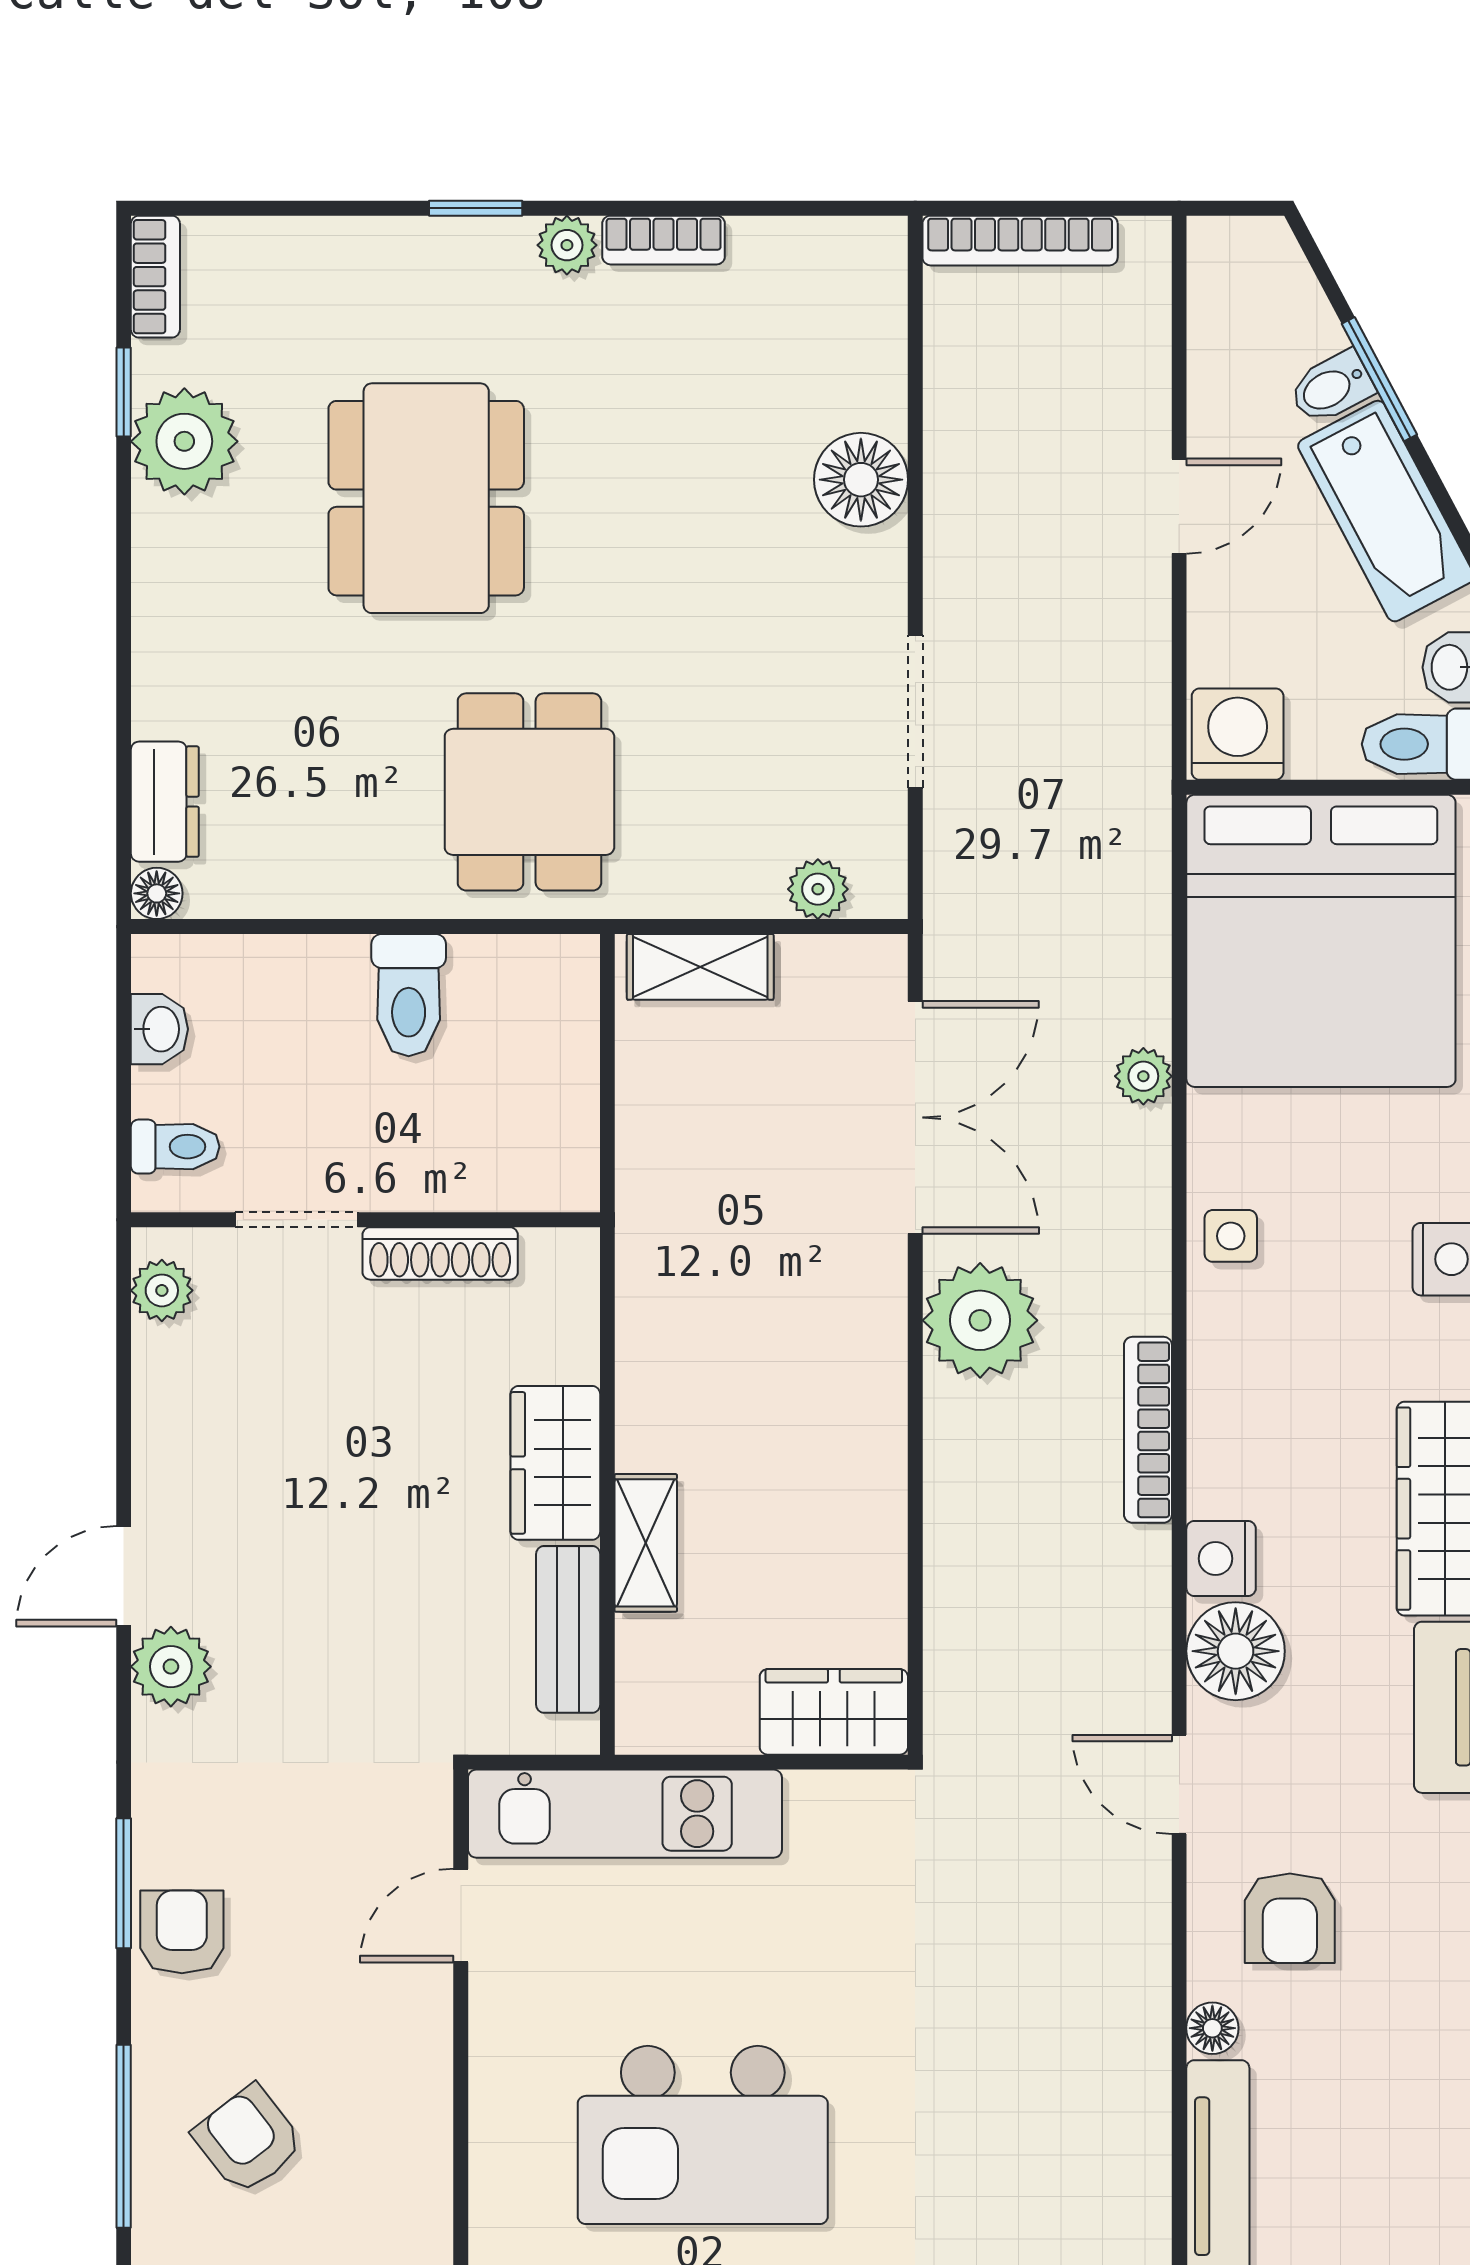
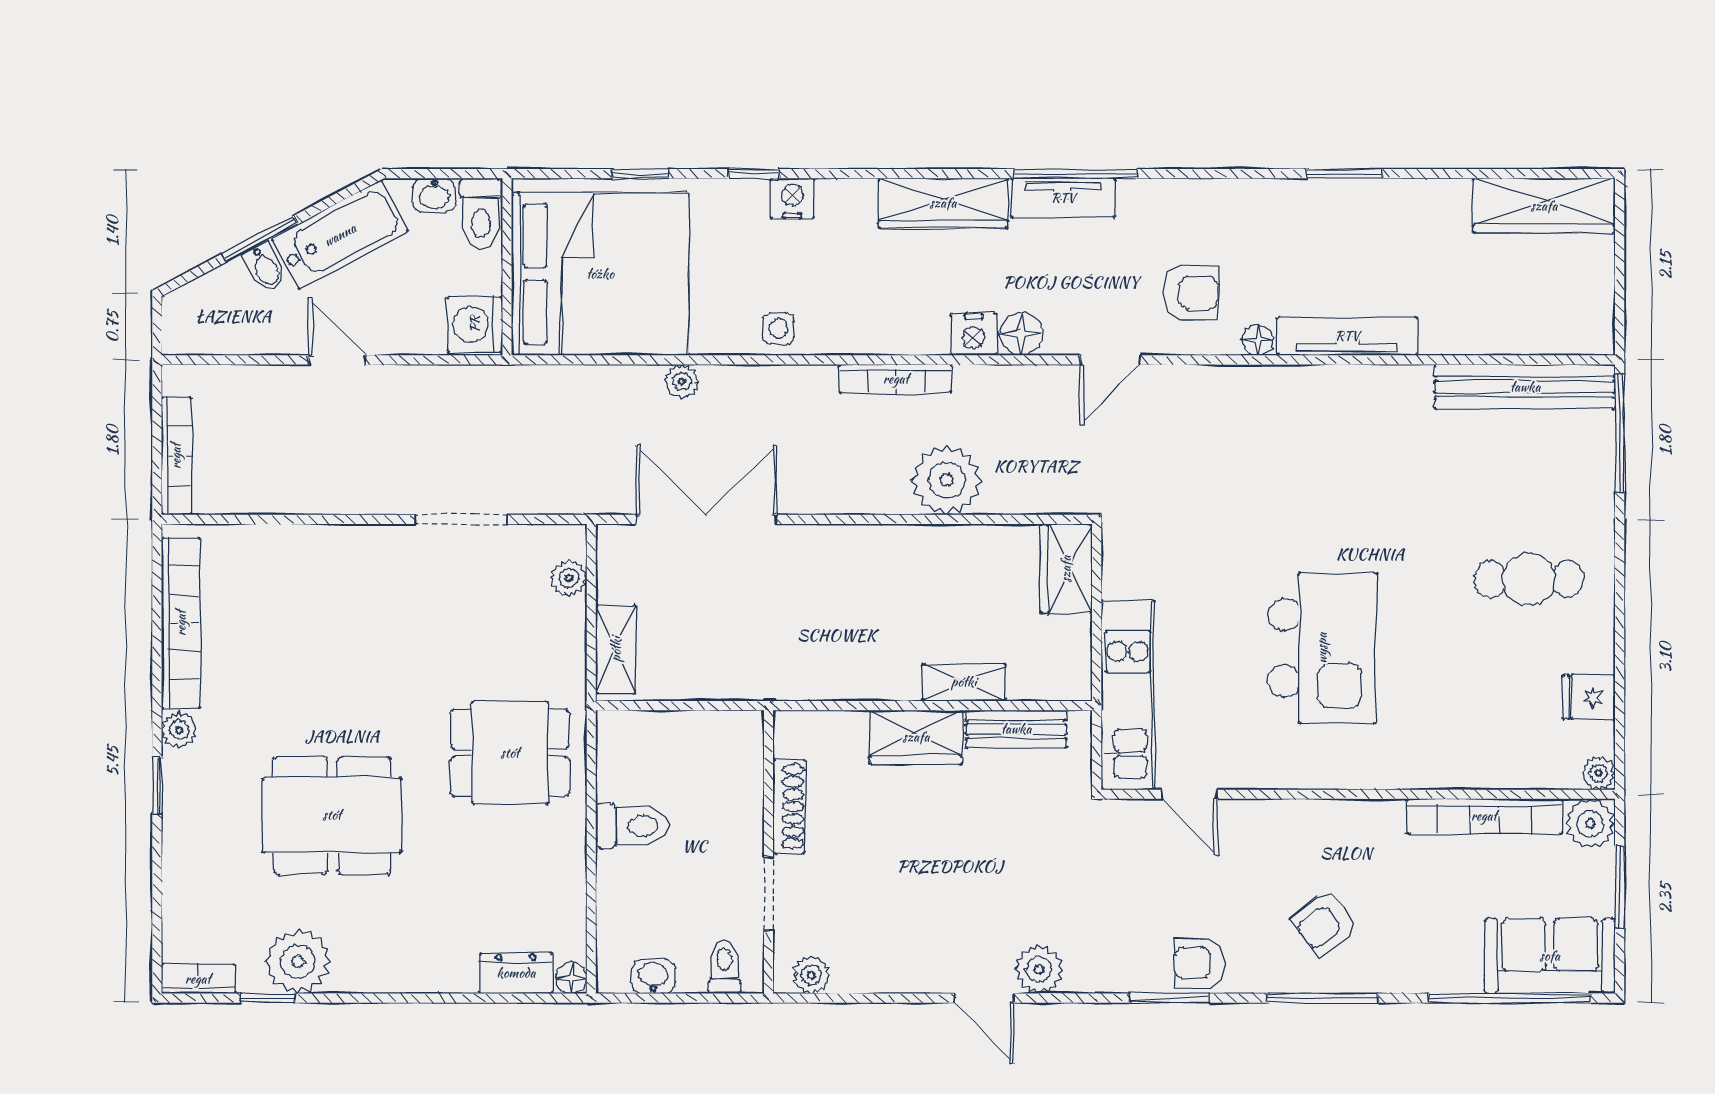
bookcase: (664, 240) -> (181, 623), width x2.31, depth x1.31
floor lamp: (861, 480) -> (321, 552), removed
plant: (980, 1320) -> (947, 480), moved
floor lamp: (1236, 1651) -> (1021, 334), width x0.73, depth x0.73

